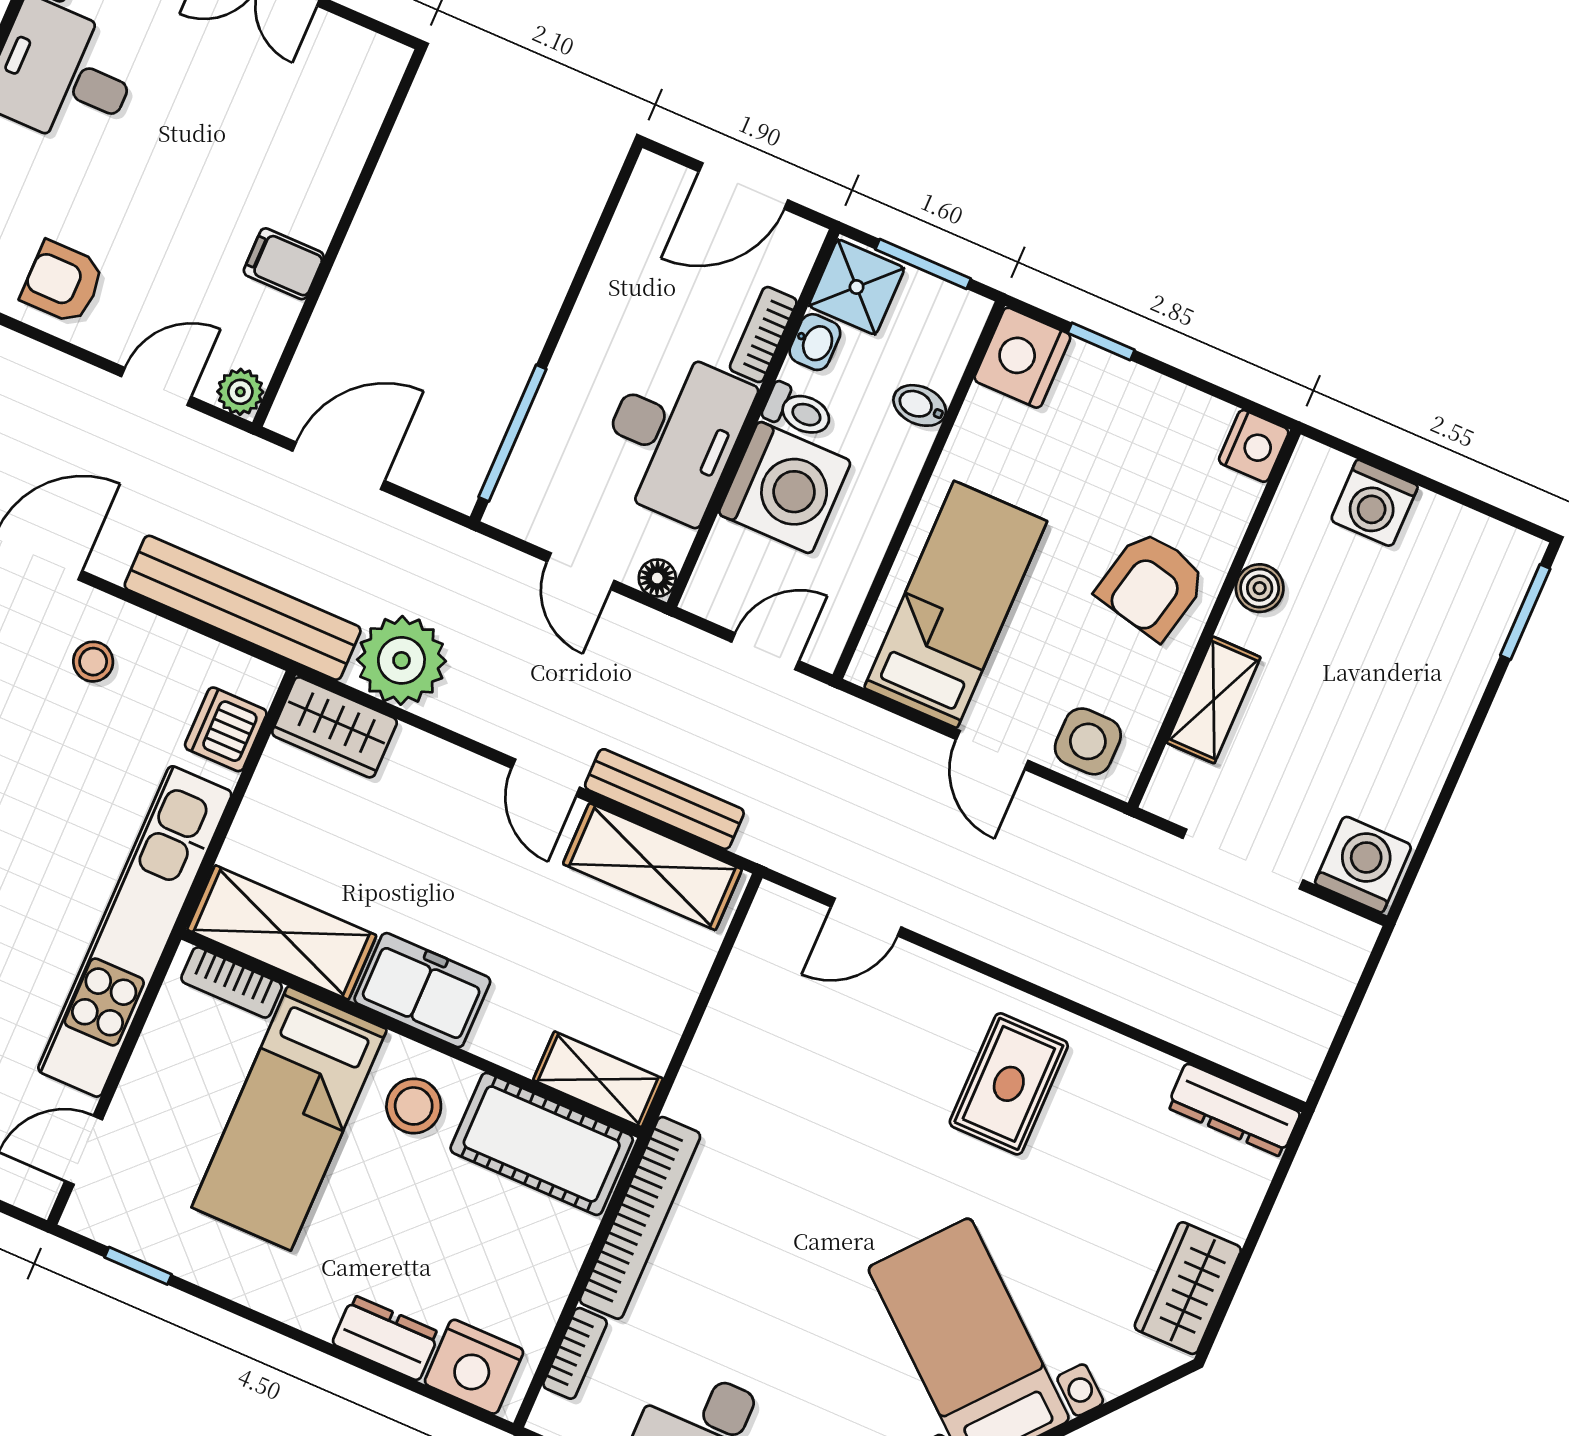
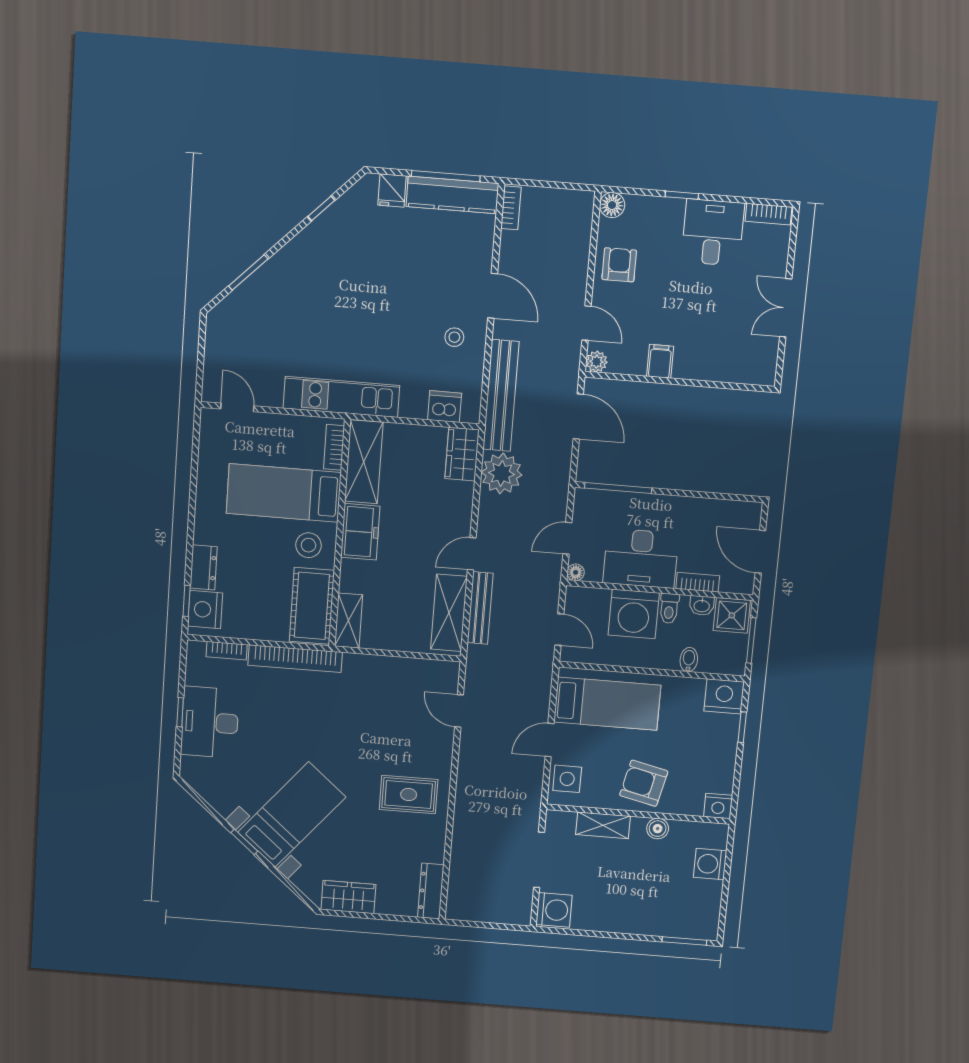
kitchen unit: (135, 931) -> (341, 397), width x0.73
window: (138, 1266) -> (187, 601), moved

